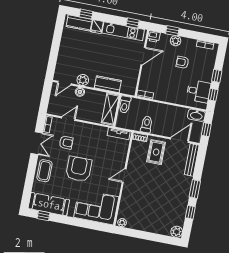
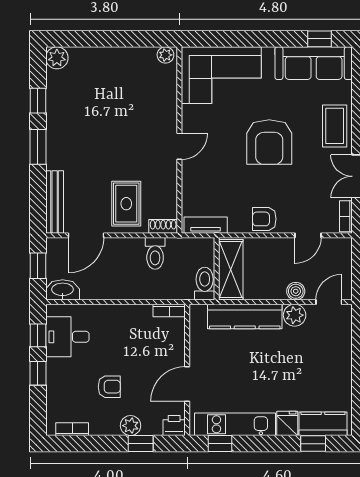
kitchen counter: (108, 84) -> (245, 316), width x1.50
armchair: (66, 143) -> (264, 219), moved

